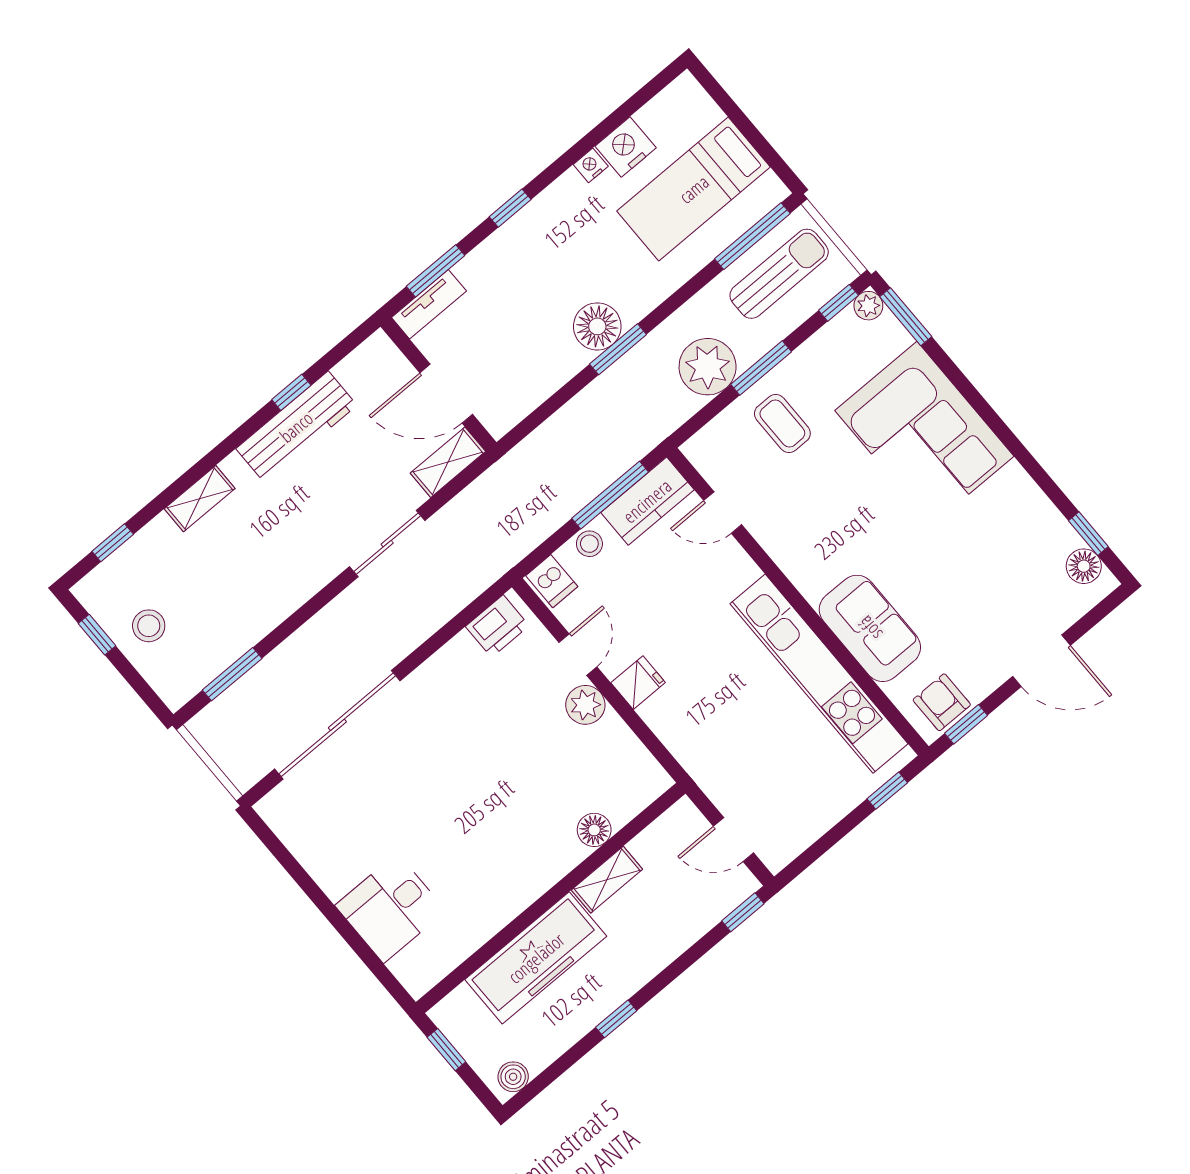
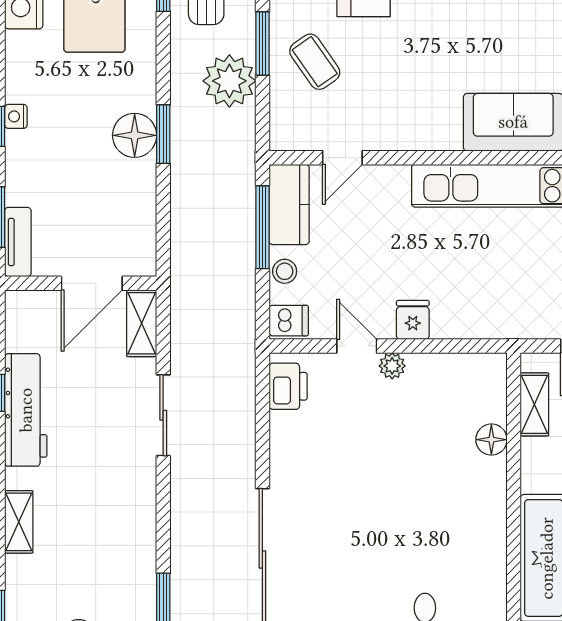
nightstand: (591, 165) -> (16, 116), moved
coffee table: (782, 423) -> (315, 62), turned 55
plant: (585, 705) -> (392, 366), width x0.73, depth x0.73
shelving: (607, 880) -> (534, 404), moved

